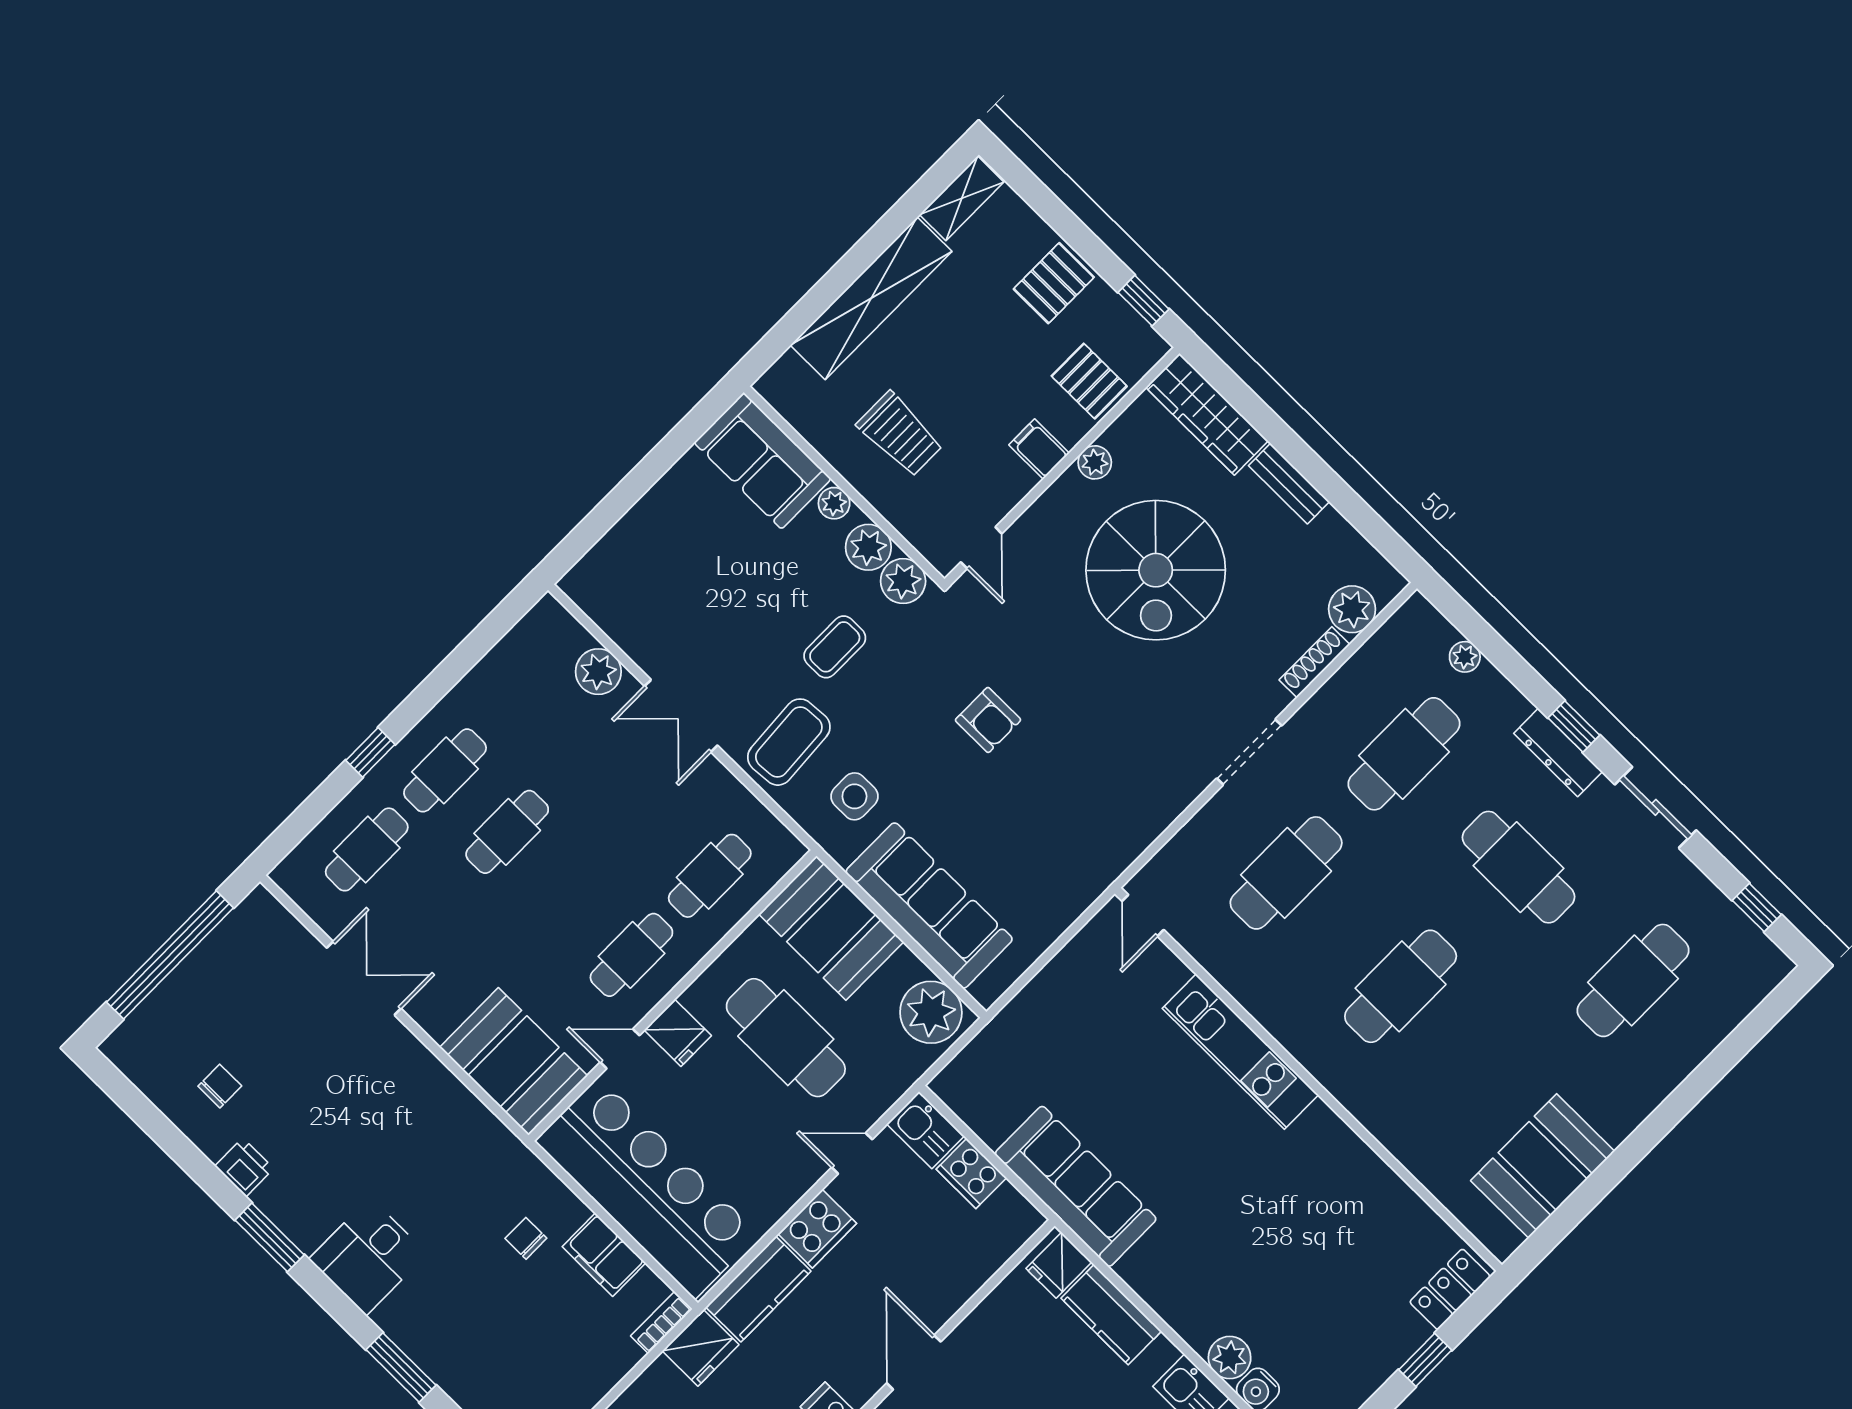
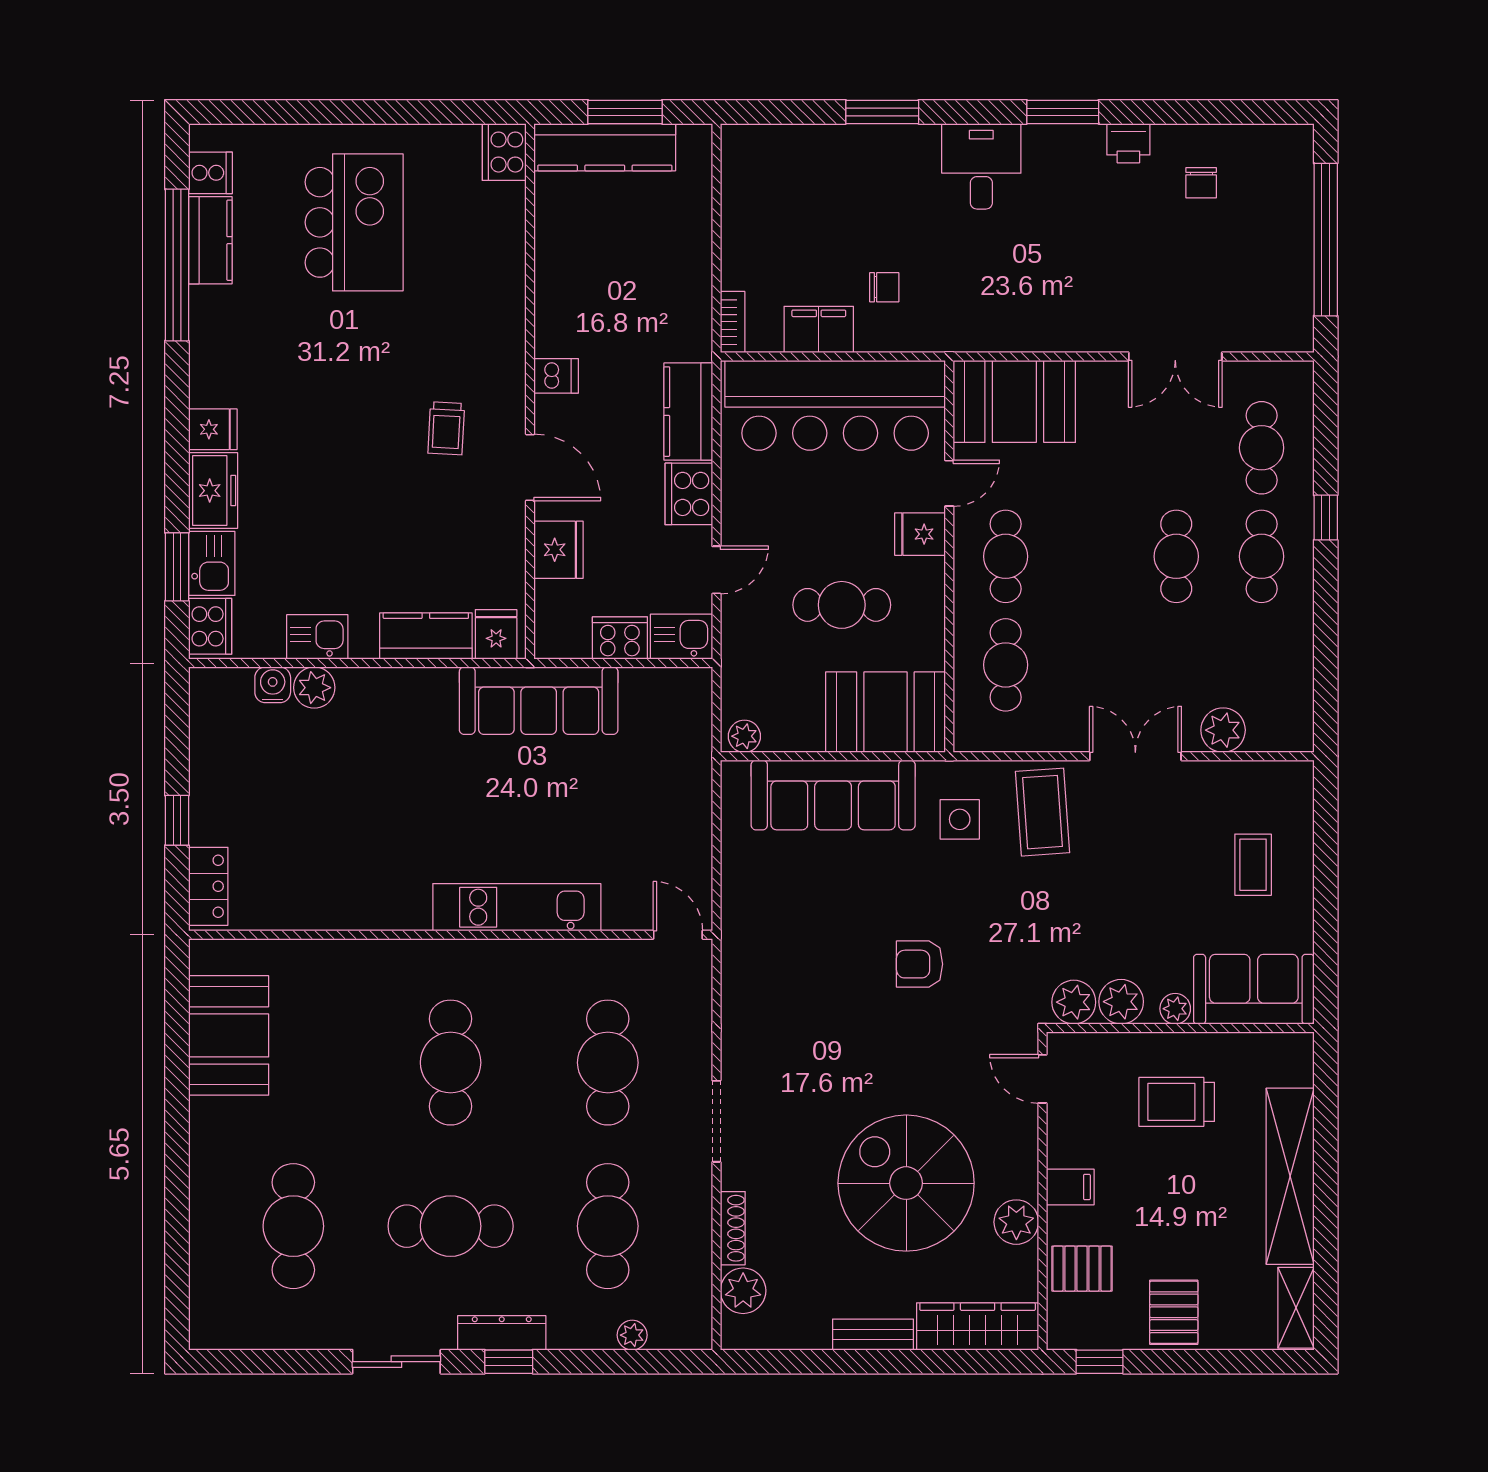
plant: (1095, 462) -> (1016, 1222), width x1.38, depth x1.38
coffee table: (835, 647) -> (1253, 865), moved
window: (1757, 907) -> (258, 1362), removed
plant: (931, 1012) -> (744, 736), width x0.53, depth x0.53
cafe table: (786, 1038) -> (842, 605), width x0.73, depth x0.74
fridge: (701, 1348) -> (559, 550), moved, turned 180

